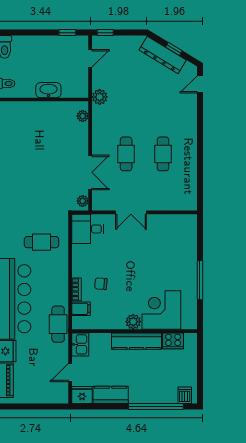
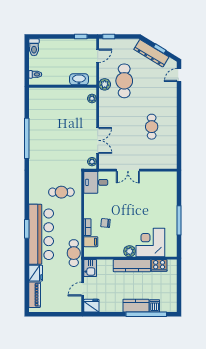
washbasin: (48, 90) -> (79, 79), moved
cafe table: (126, 154) -> (124, 81), moved, width x1.37, depth x1.35
kitchen counter: (111, 395) -> (136, 306), moved
dishwasher: (185, 395) -> (155, 306), moved

